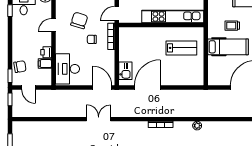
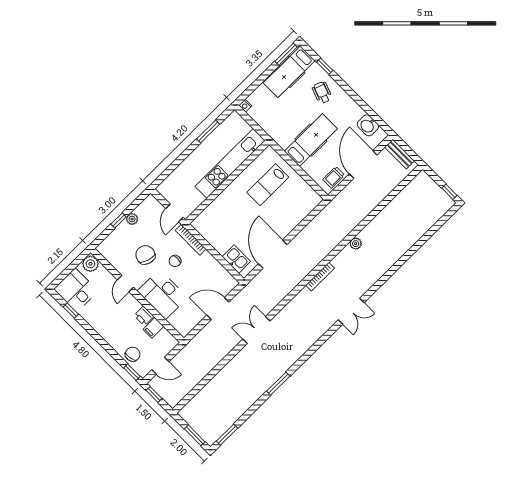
trolley: (232, 26) -> (334, 177), moved
lab bench: (181, 48) -> (268, 185), turned 180
desk: (67, 69) -> (163, 294), moved
door: (102, 87) -> (218, 309), moved

